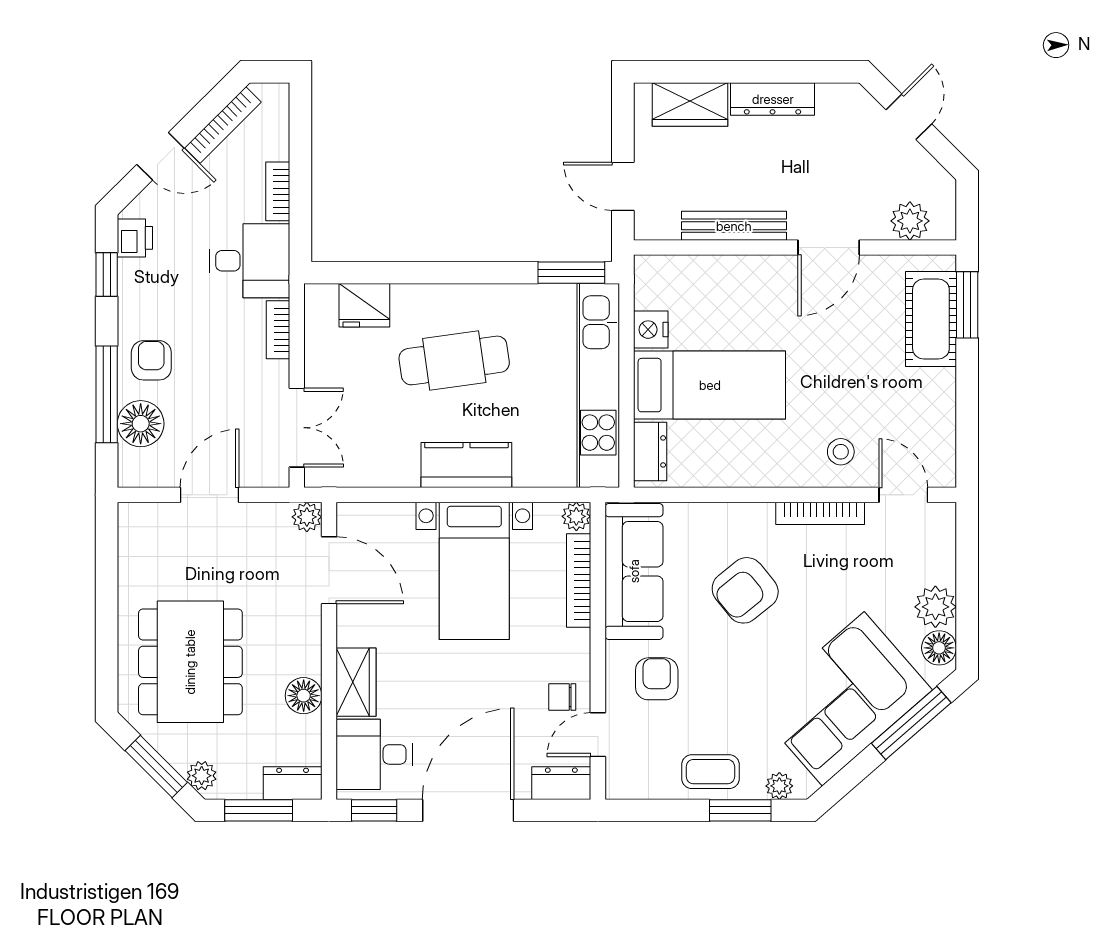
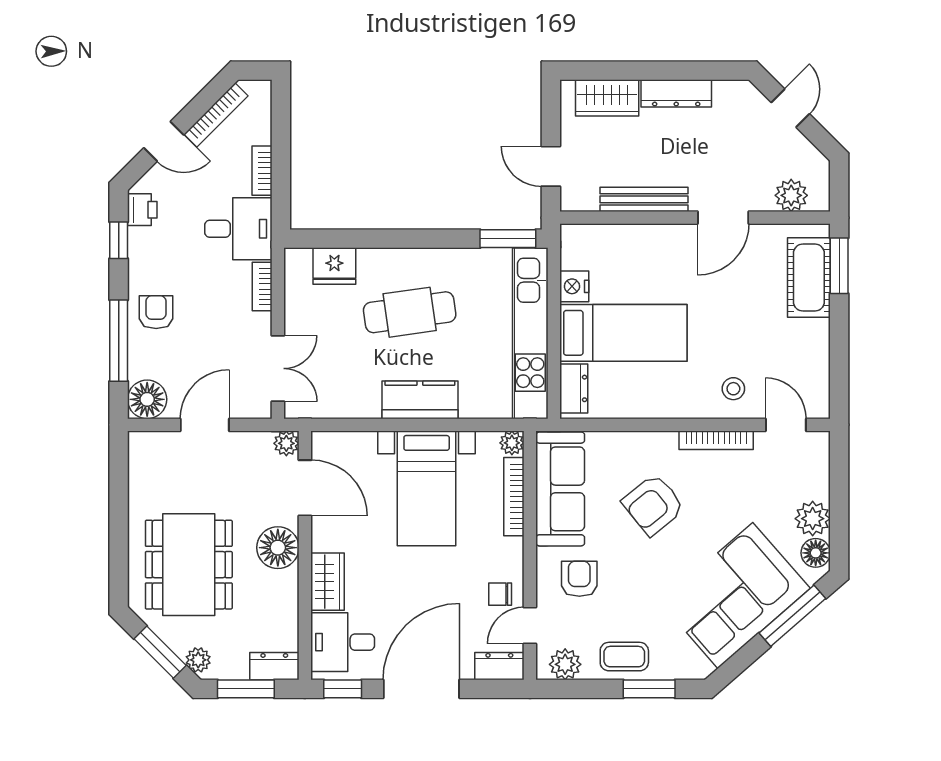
floor lamp: (141, 424) -> (147, 399), moved
floor lamp: (304, 696) -> (278, 548), moved, width x1.38, depth x1.38
plant: (779, 786) -> (565, 664), moved, width x1.38, depth x1.38

